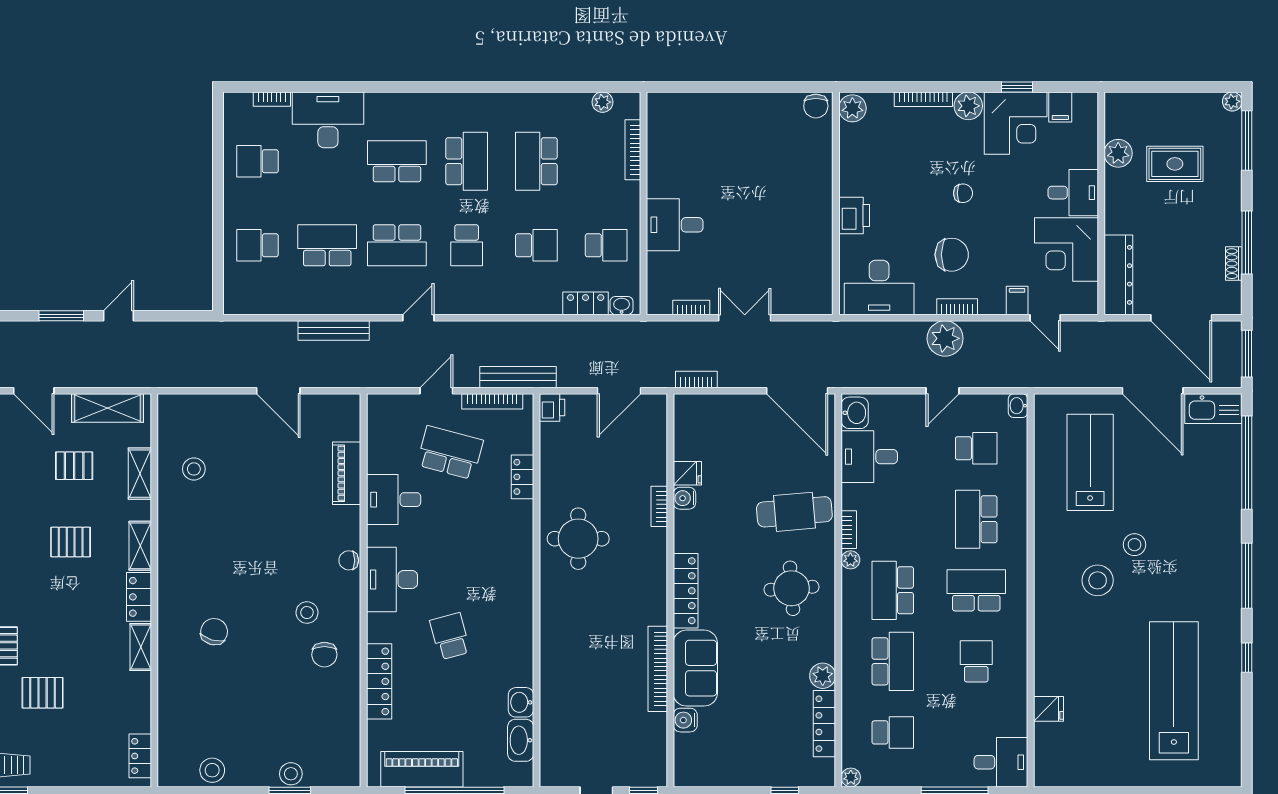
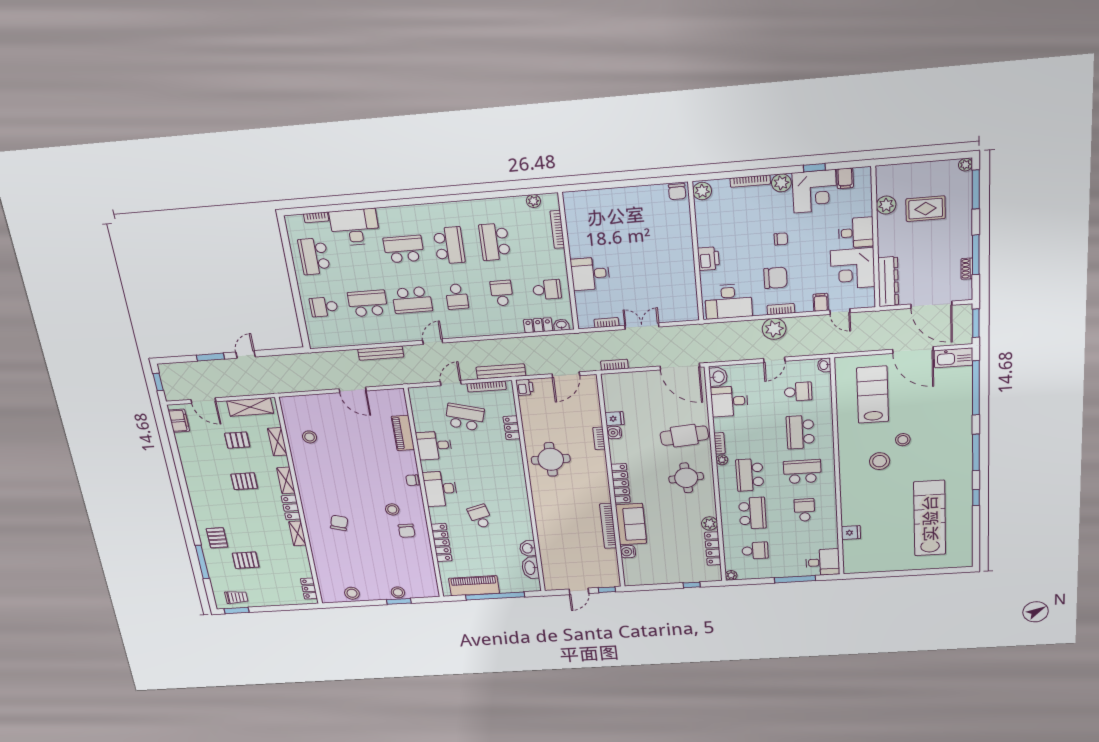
school desk: (257, 161) -> (314, 256), width x1.85
school desk: (536, 245) -> (502, 293), turned -90

